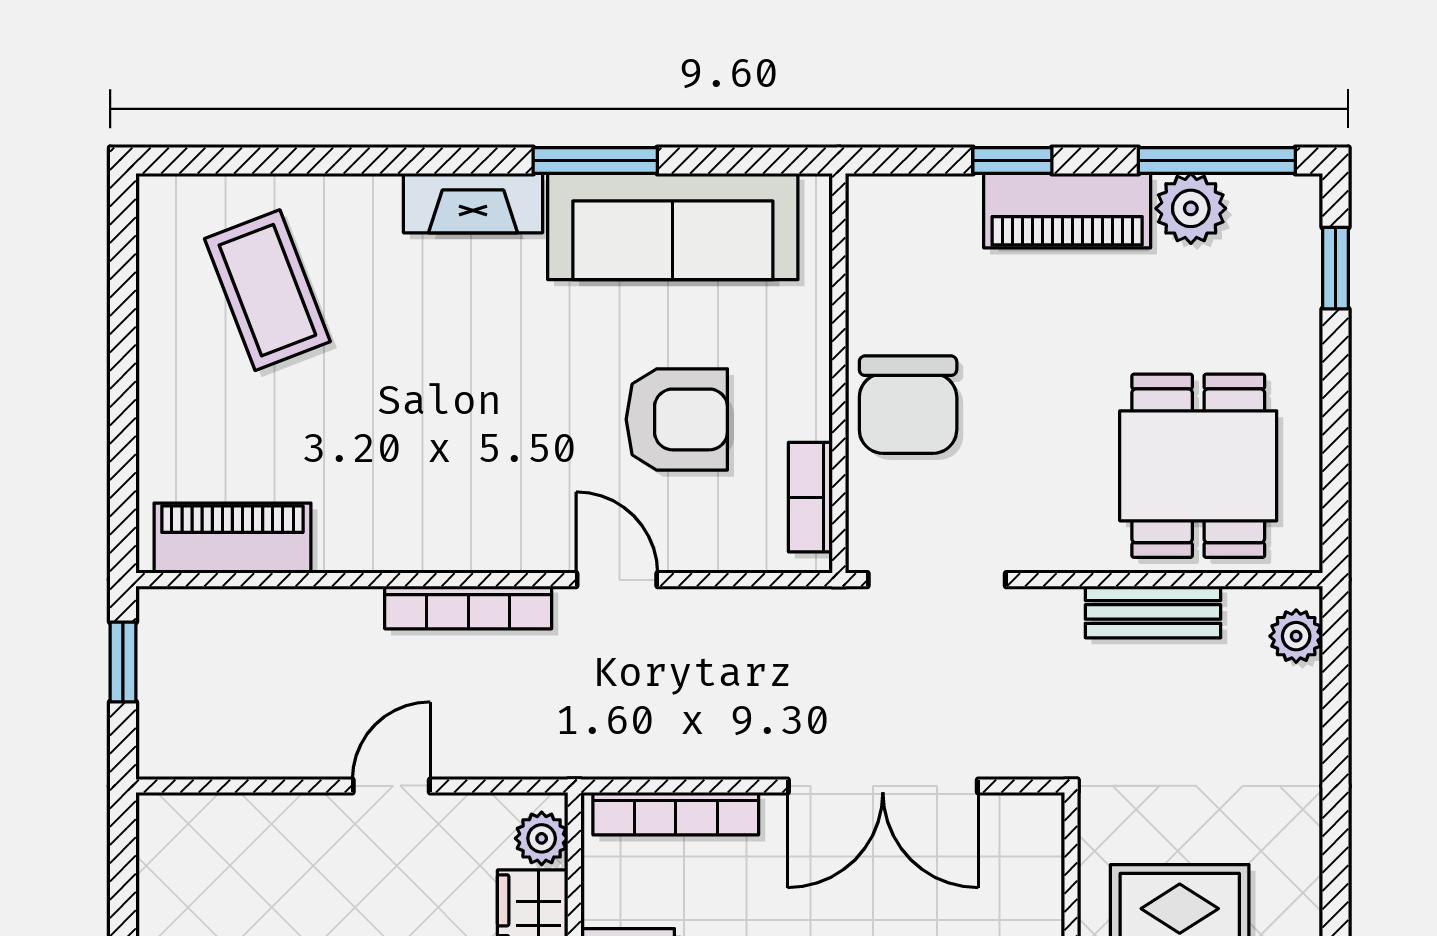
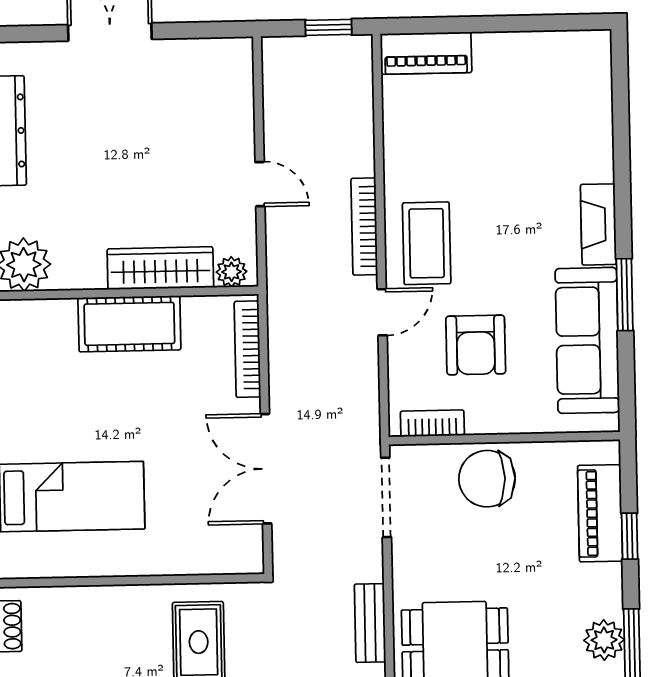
piano: (1067, 211) -> (600, 513), moved
coffee table: (267, 290) -> (427, 243), moved, turned -69
piano: (232, 538) -> (426, 53), moved, turned 90

